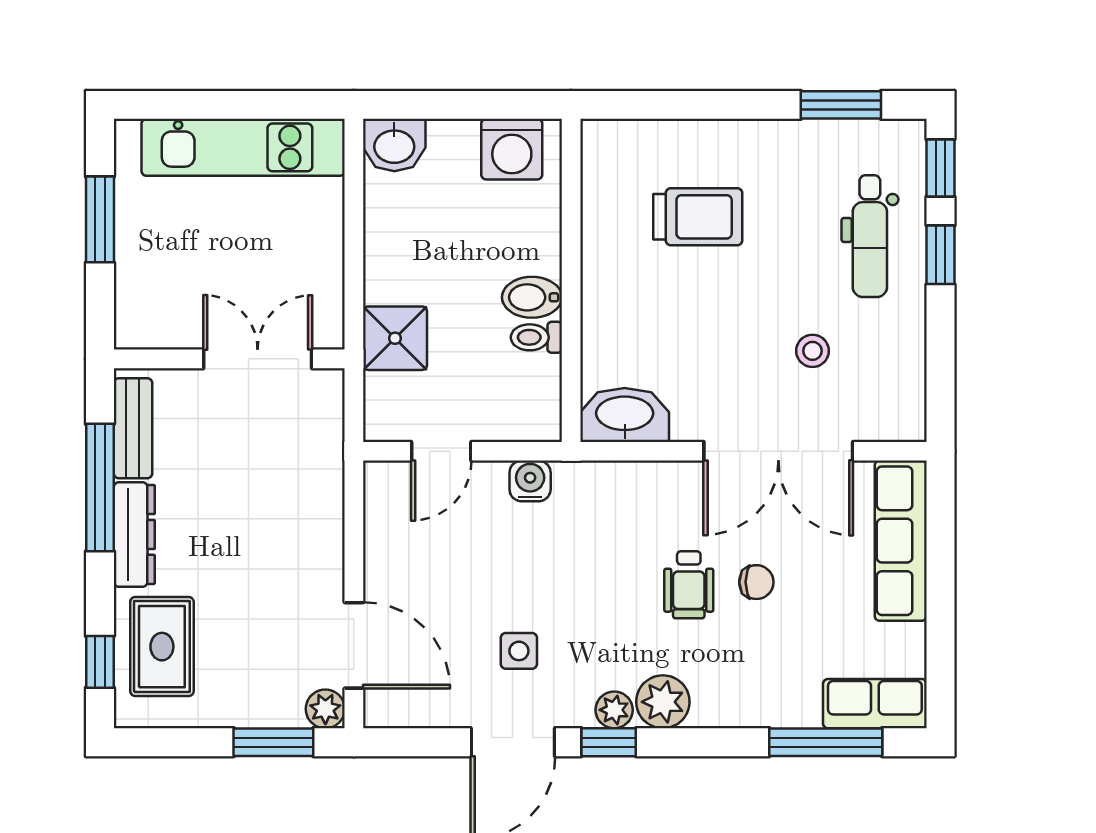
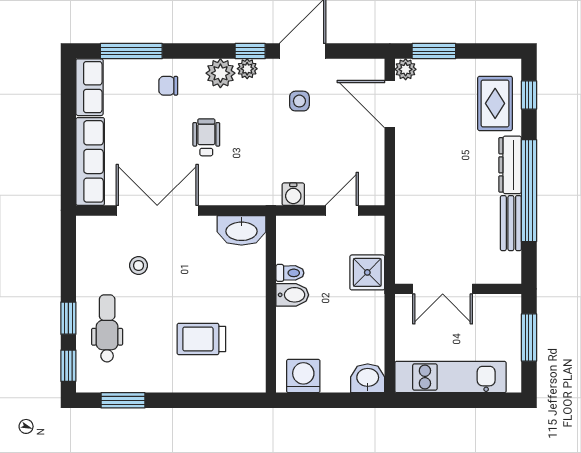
wall: (229, 359) -> (458, 289), moved
double door: (258, 359) -> (443, 289), moved
window: (100, 488) -> (529, 191), width x1.46
chair: (756, 582) -> (168, 86), moved
row of seats: (875, 704) -> (90, 87), moved, turned -90

